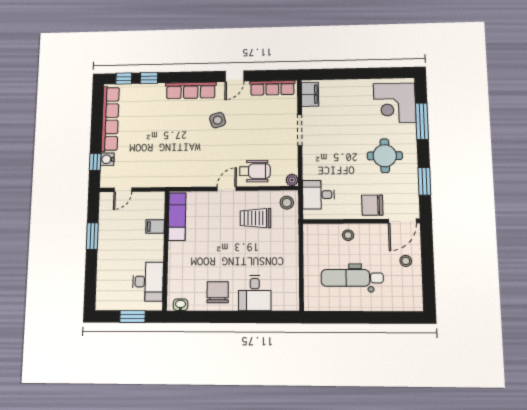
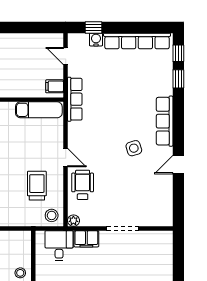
door: (234, 76) -> (178, 165), hinge flipped
row of seats: (272, 88) -> (75, 99), moved, turned 180
filing cabinet: (310, 94) -> (86, 239), moved
wheelchair: (255, 171) -> (83, 185), turned 180
filing cabinet: (155, 227) -> (55, 86), moved, turned -90
window: (92, 236) -> (20, 27), removed

